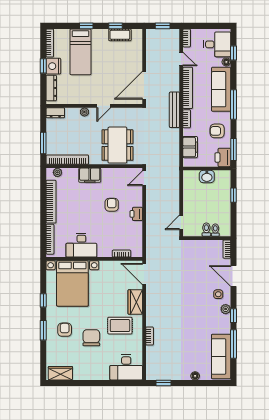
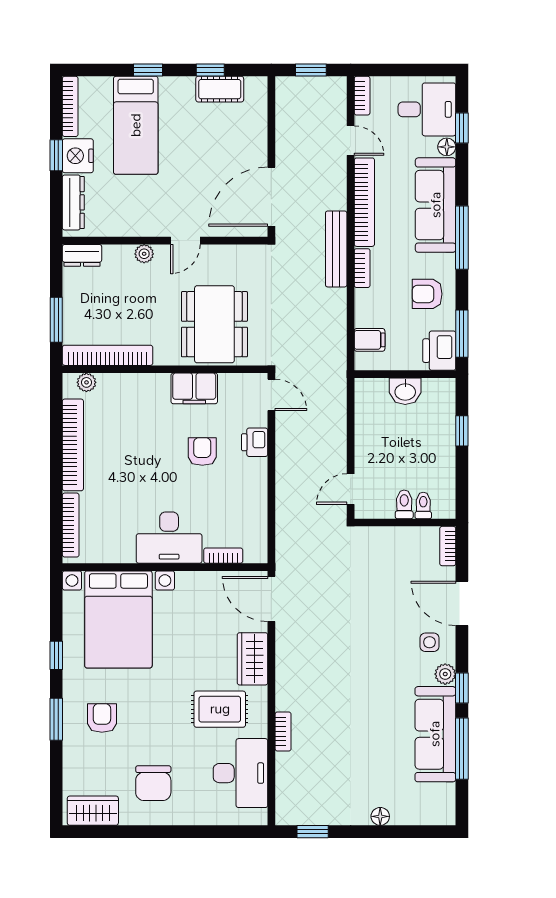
filing cabinet: (190, 147) -> (370, 340), width x0.50
filing cabinet: (90, 175) -> (194, 388), moved
door: (144, 178) -> (271, 395), swing flipped
printer: (136, 214) -> (255, 442), moved
desk: (81, 245) -> (169, 538), moved
chair: (91, 338) -> (153, 783), moved, turned 180
sofa: (221, 357) -> (435, 734), moved
desk: (126, 367) -> (241, 773), moved, turned -90

